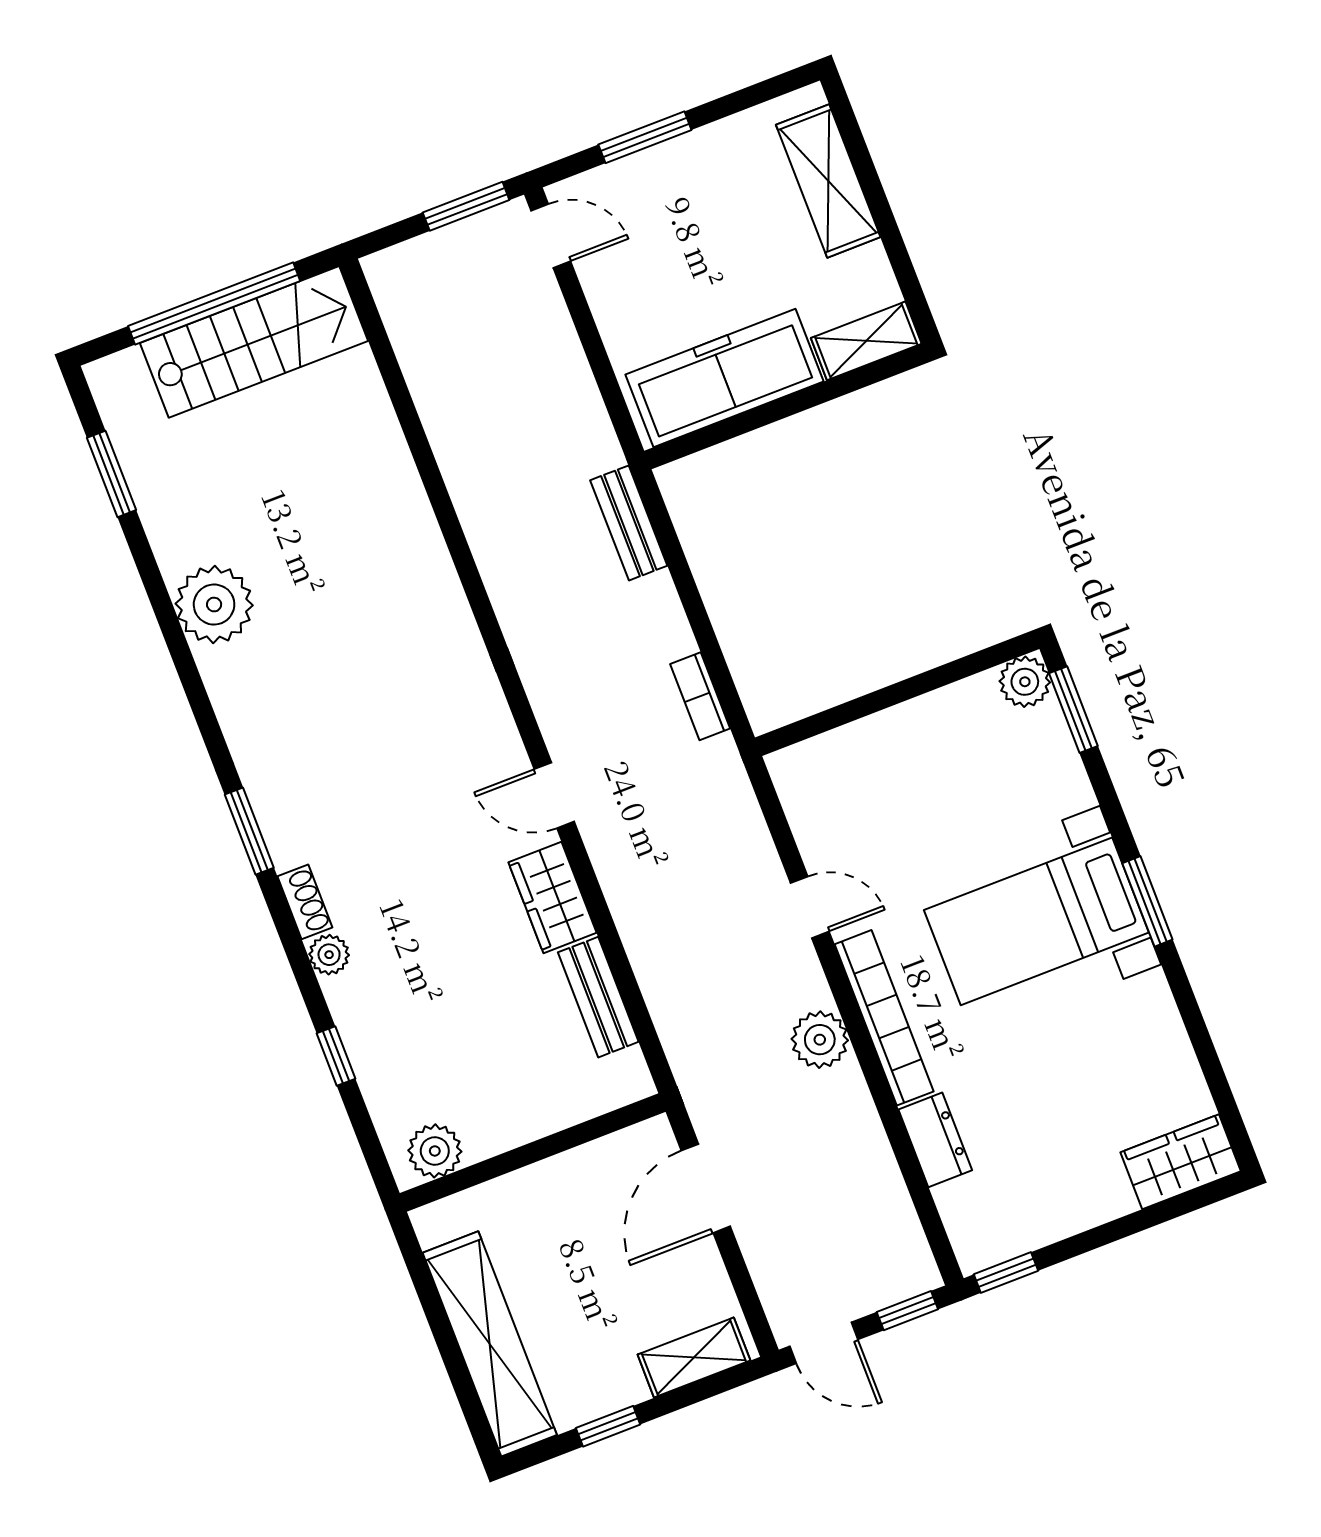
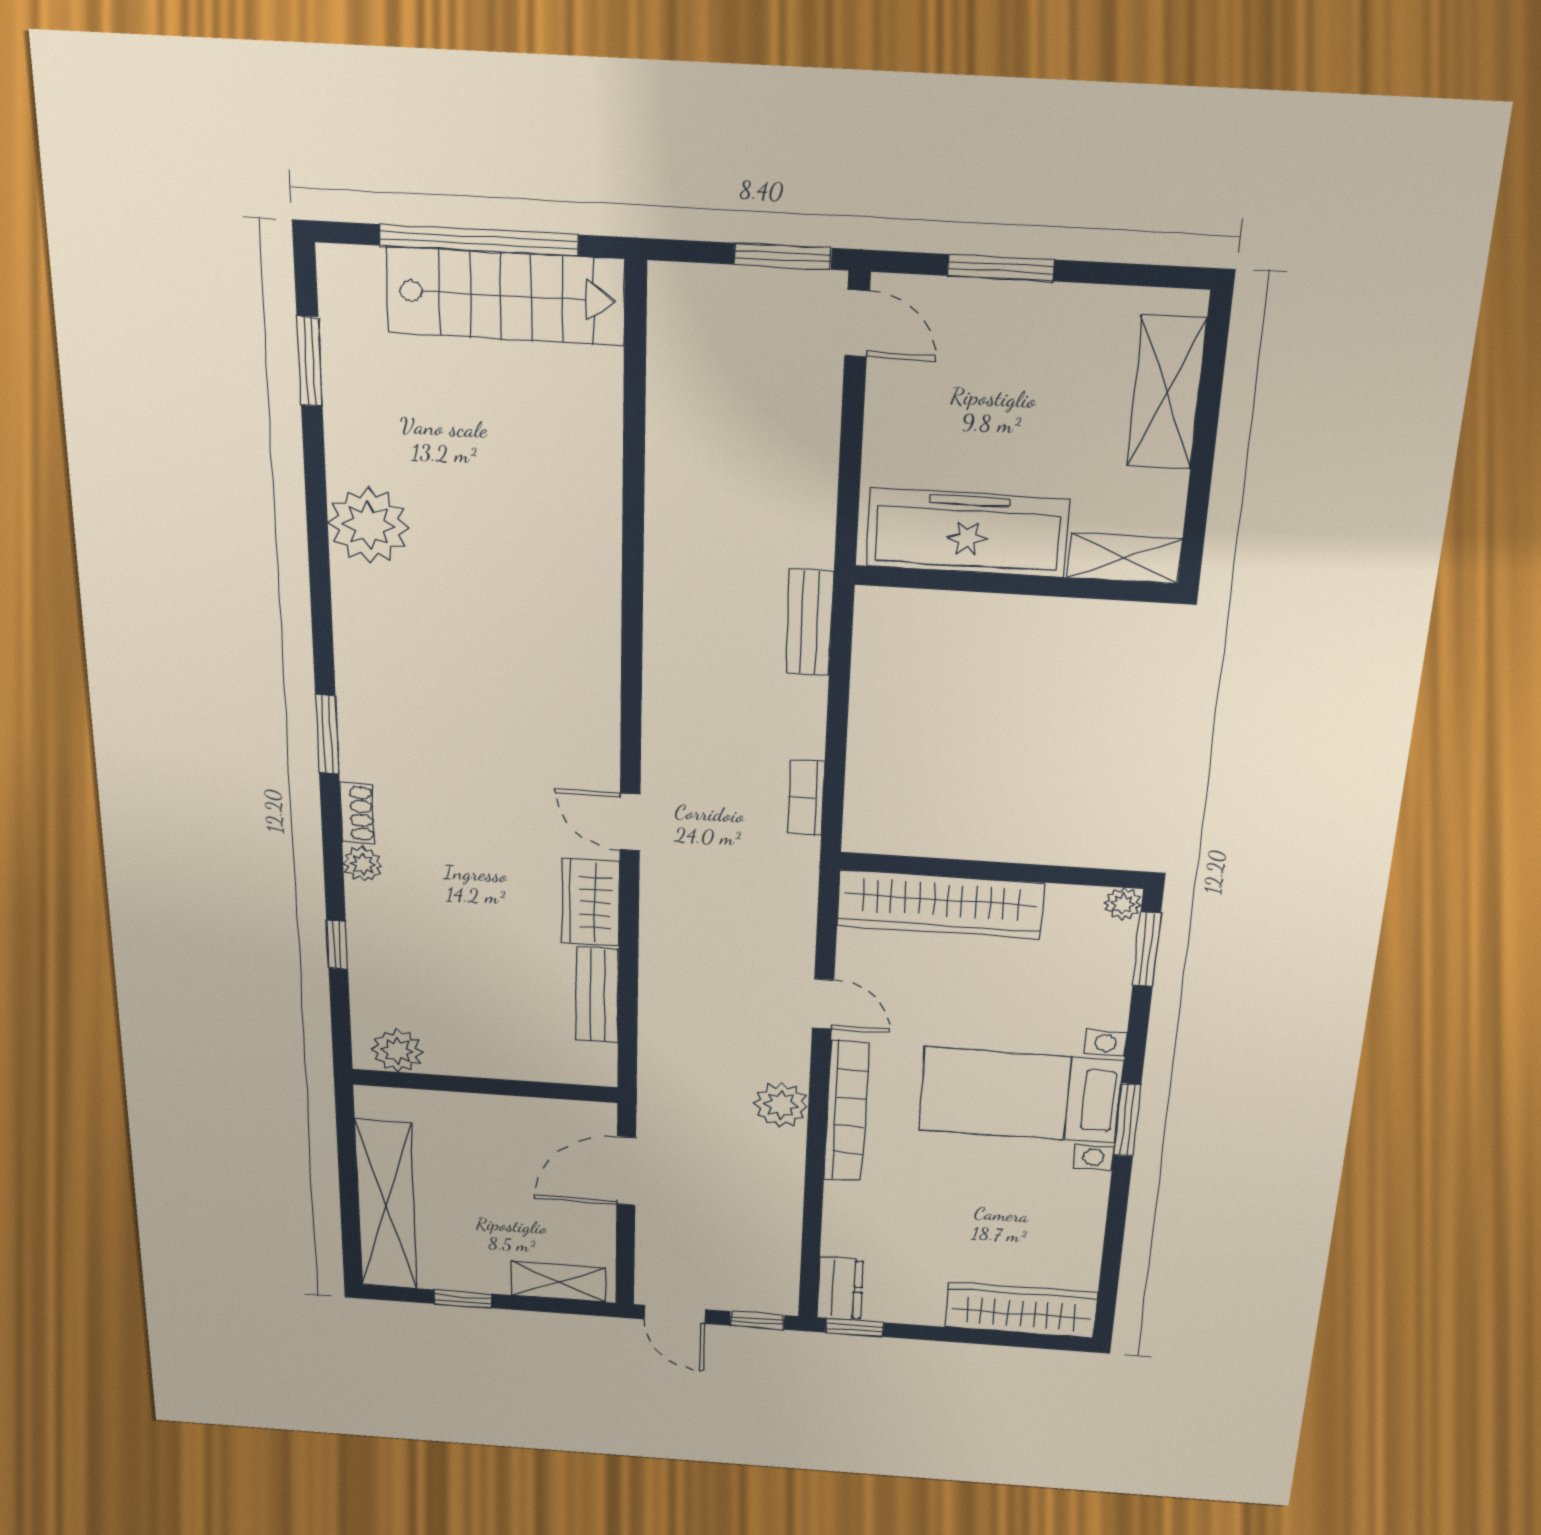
plant: (1025, 682) -> (1123, 904), width x0.73, depth x0.73
wardrobe: (868, 750) -> (940, 904), added
dresser: (935, 1140) -> (840, 1288), moved
wardrobe: (1181, 1162) -> (1021, 1310), width x1.50

